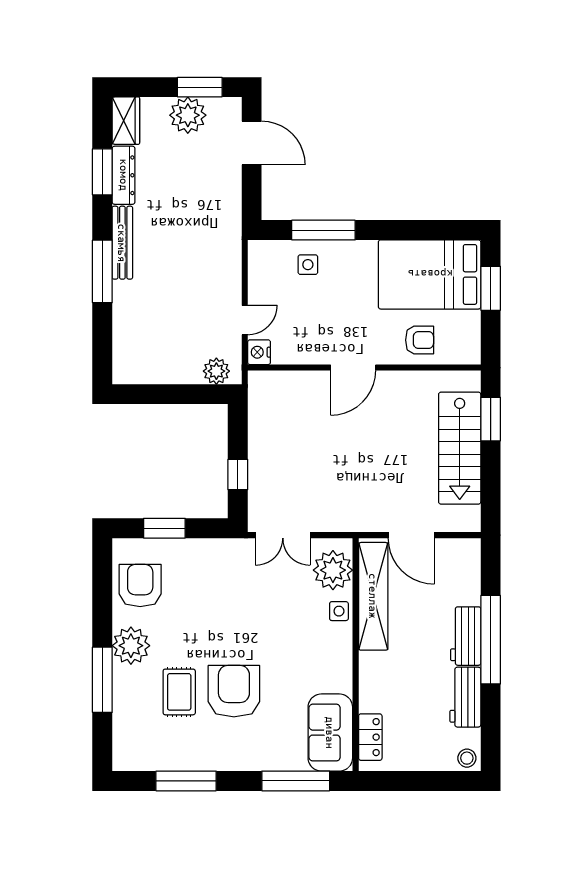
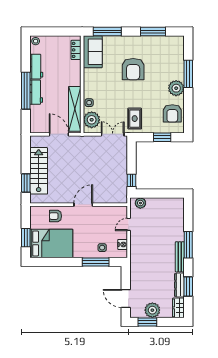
nightstand: (259, 352) -> (123, 244), moved
window: (238, 475) -> (131, 180), moved
rug: (179, 692) -> (135, 119), moved

